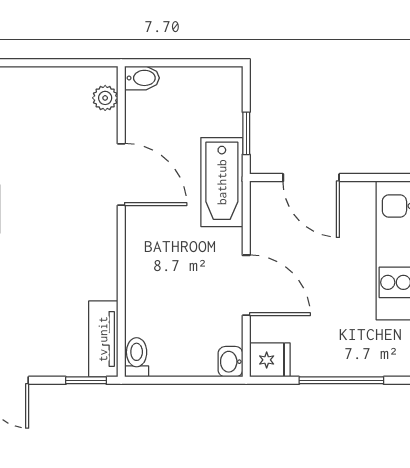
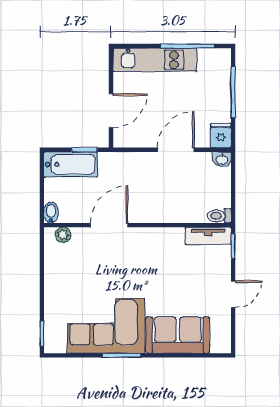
bathtub: (222, 182) -> (71, 164), moved

